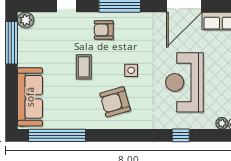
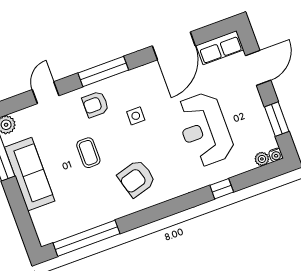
side table: (131, 70) -> (136, 116), moved
sofa: (30, 97) -> (30, 174), moved

